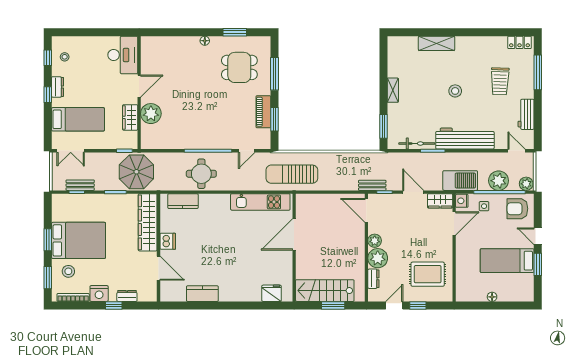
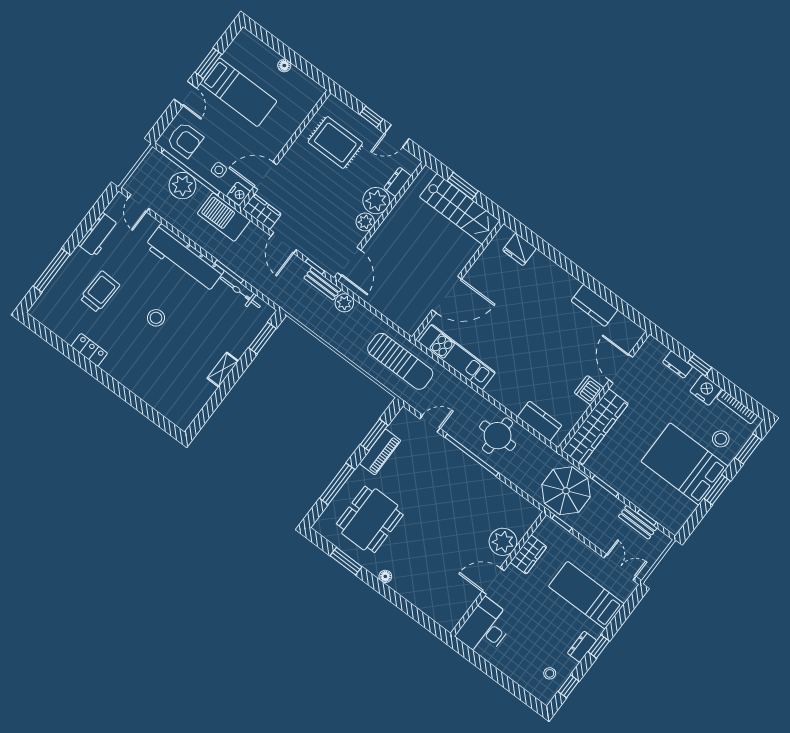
locker: (519, 42) -> (89, 350), moved
shelving: (437, 43) -> (137, 384), removed
dining table: (239, 67) -> (370, 519), width x1.38
plant: (526, 184) -> (344, 303), moved

